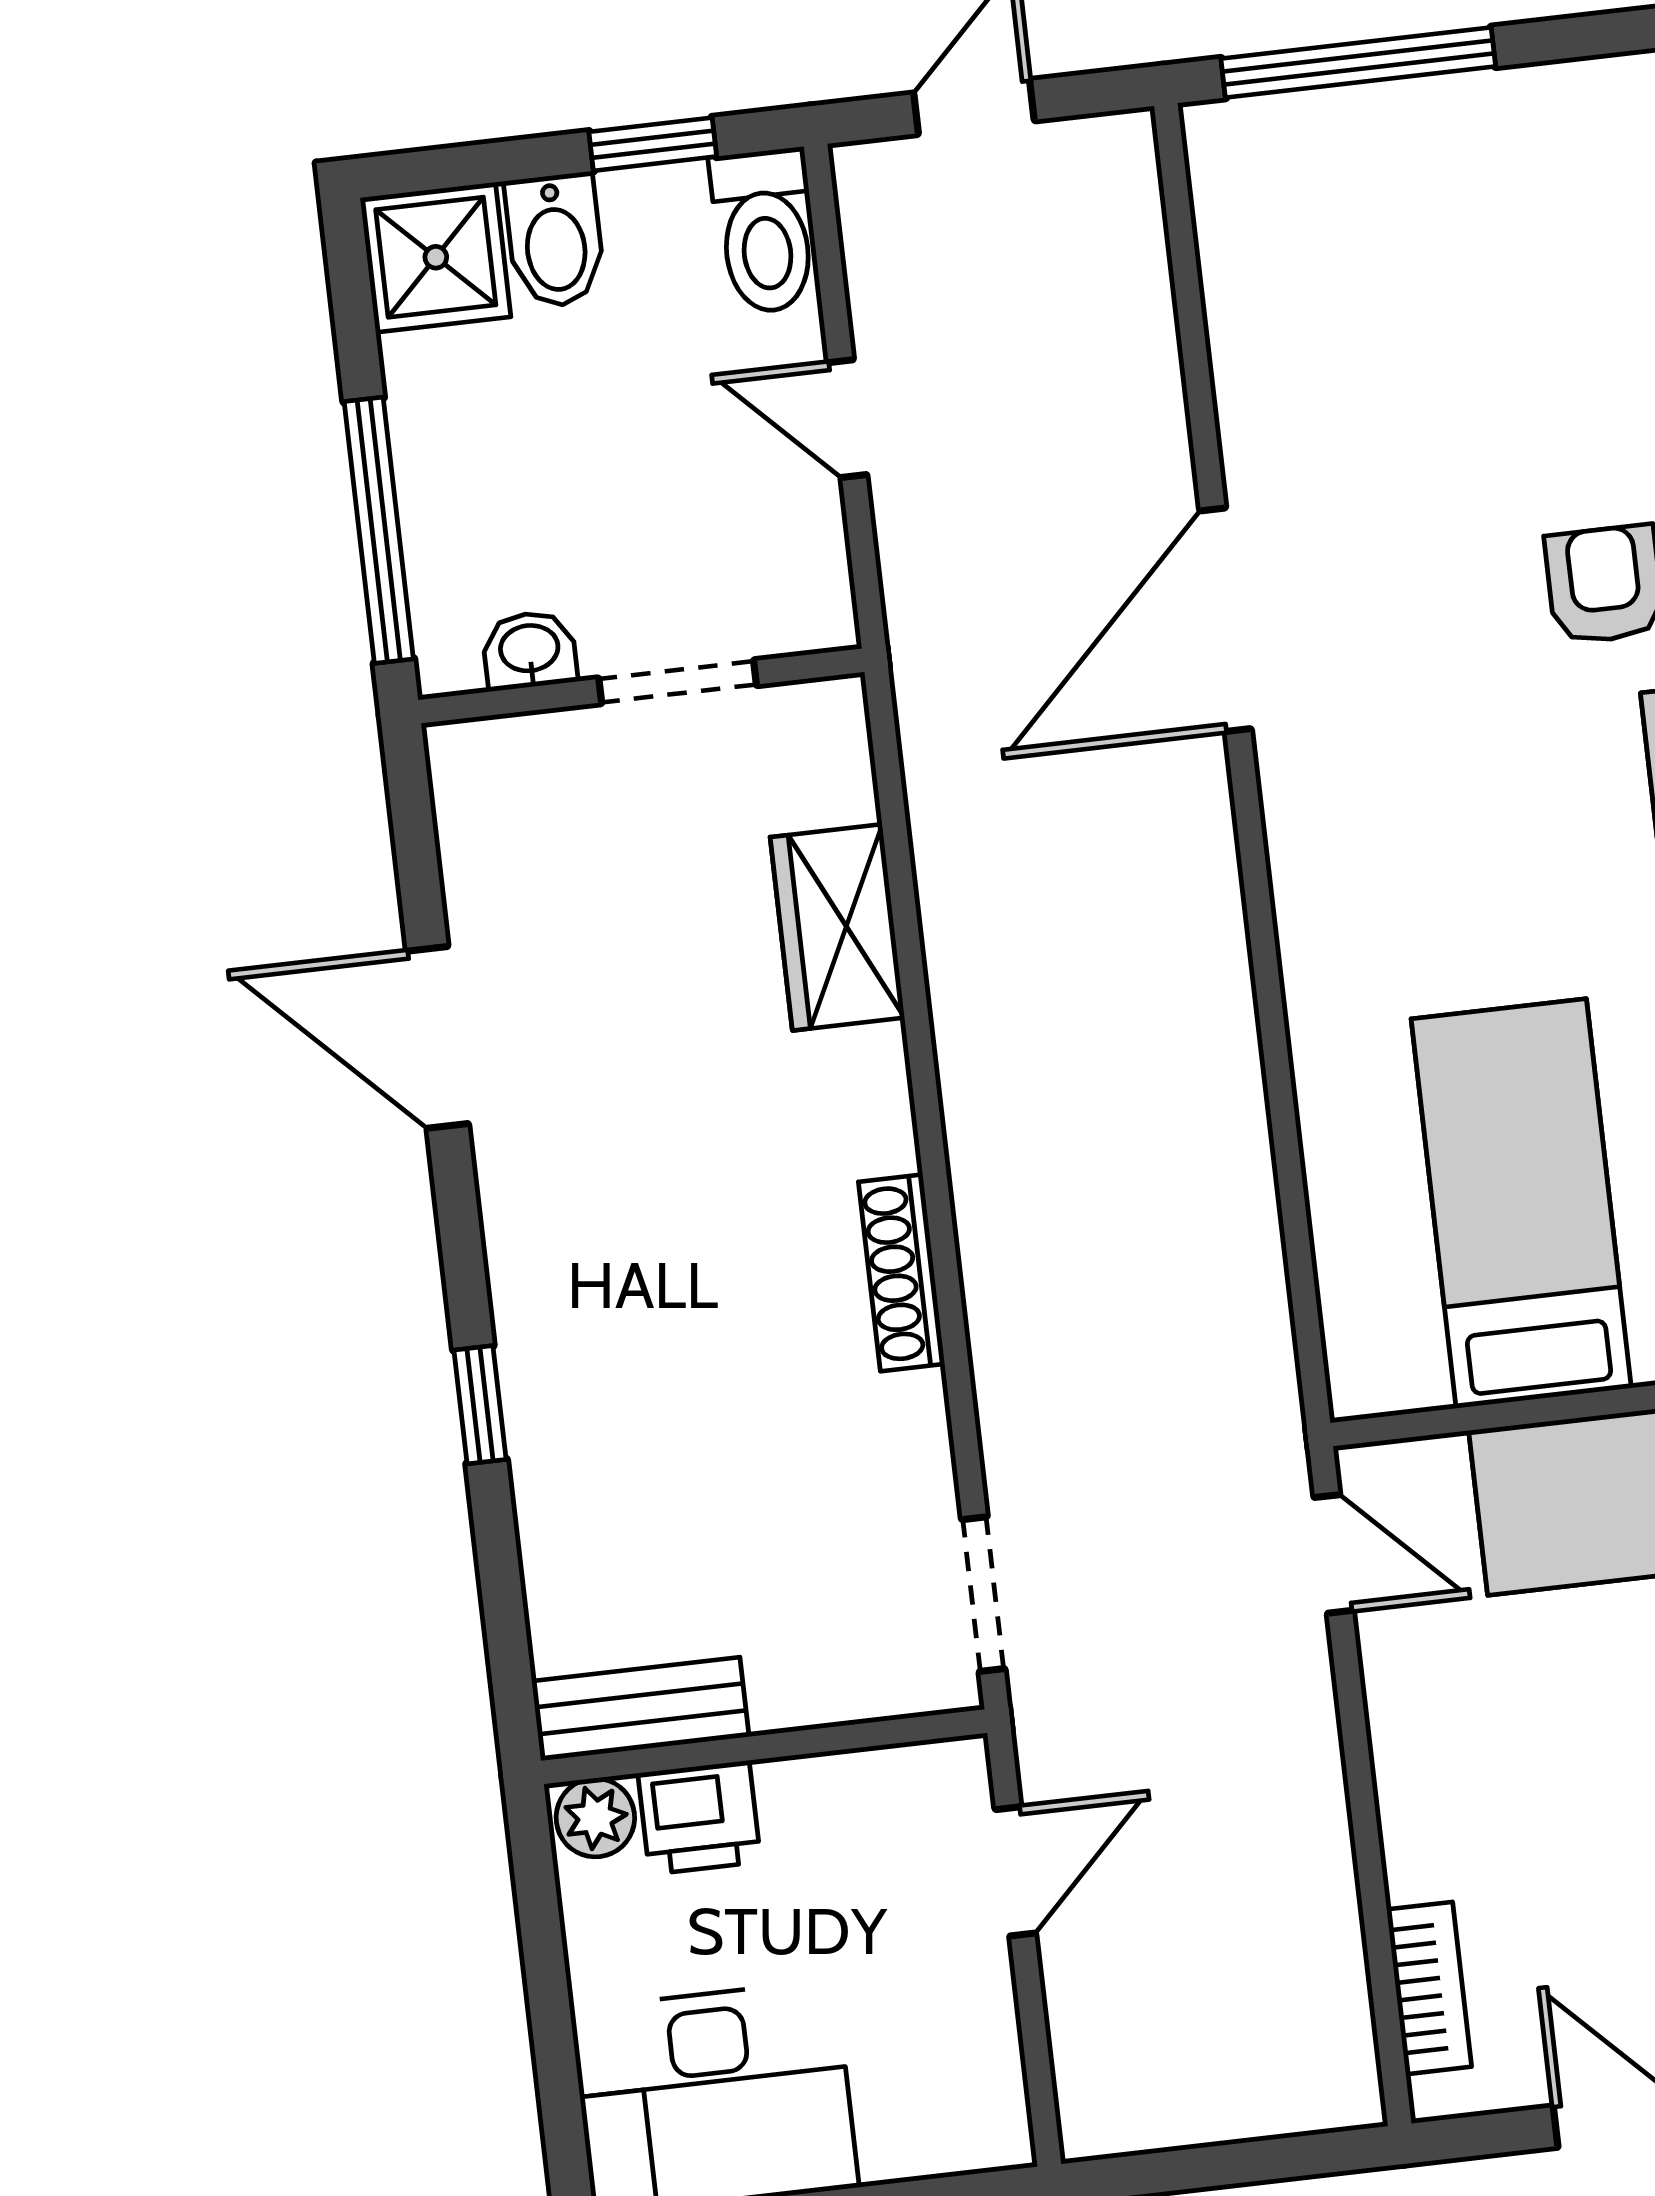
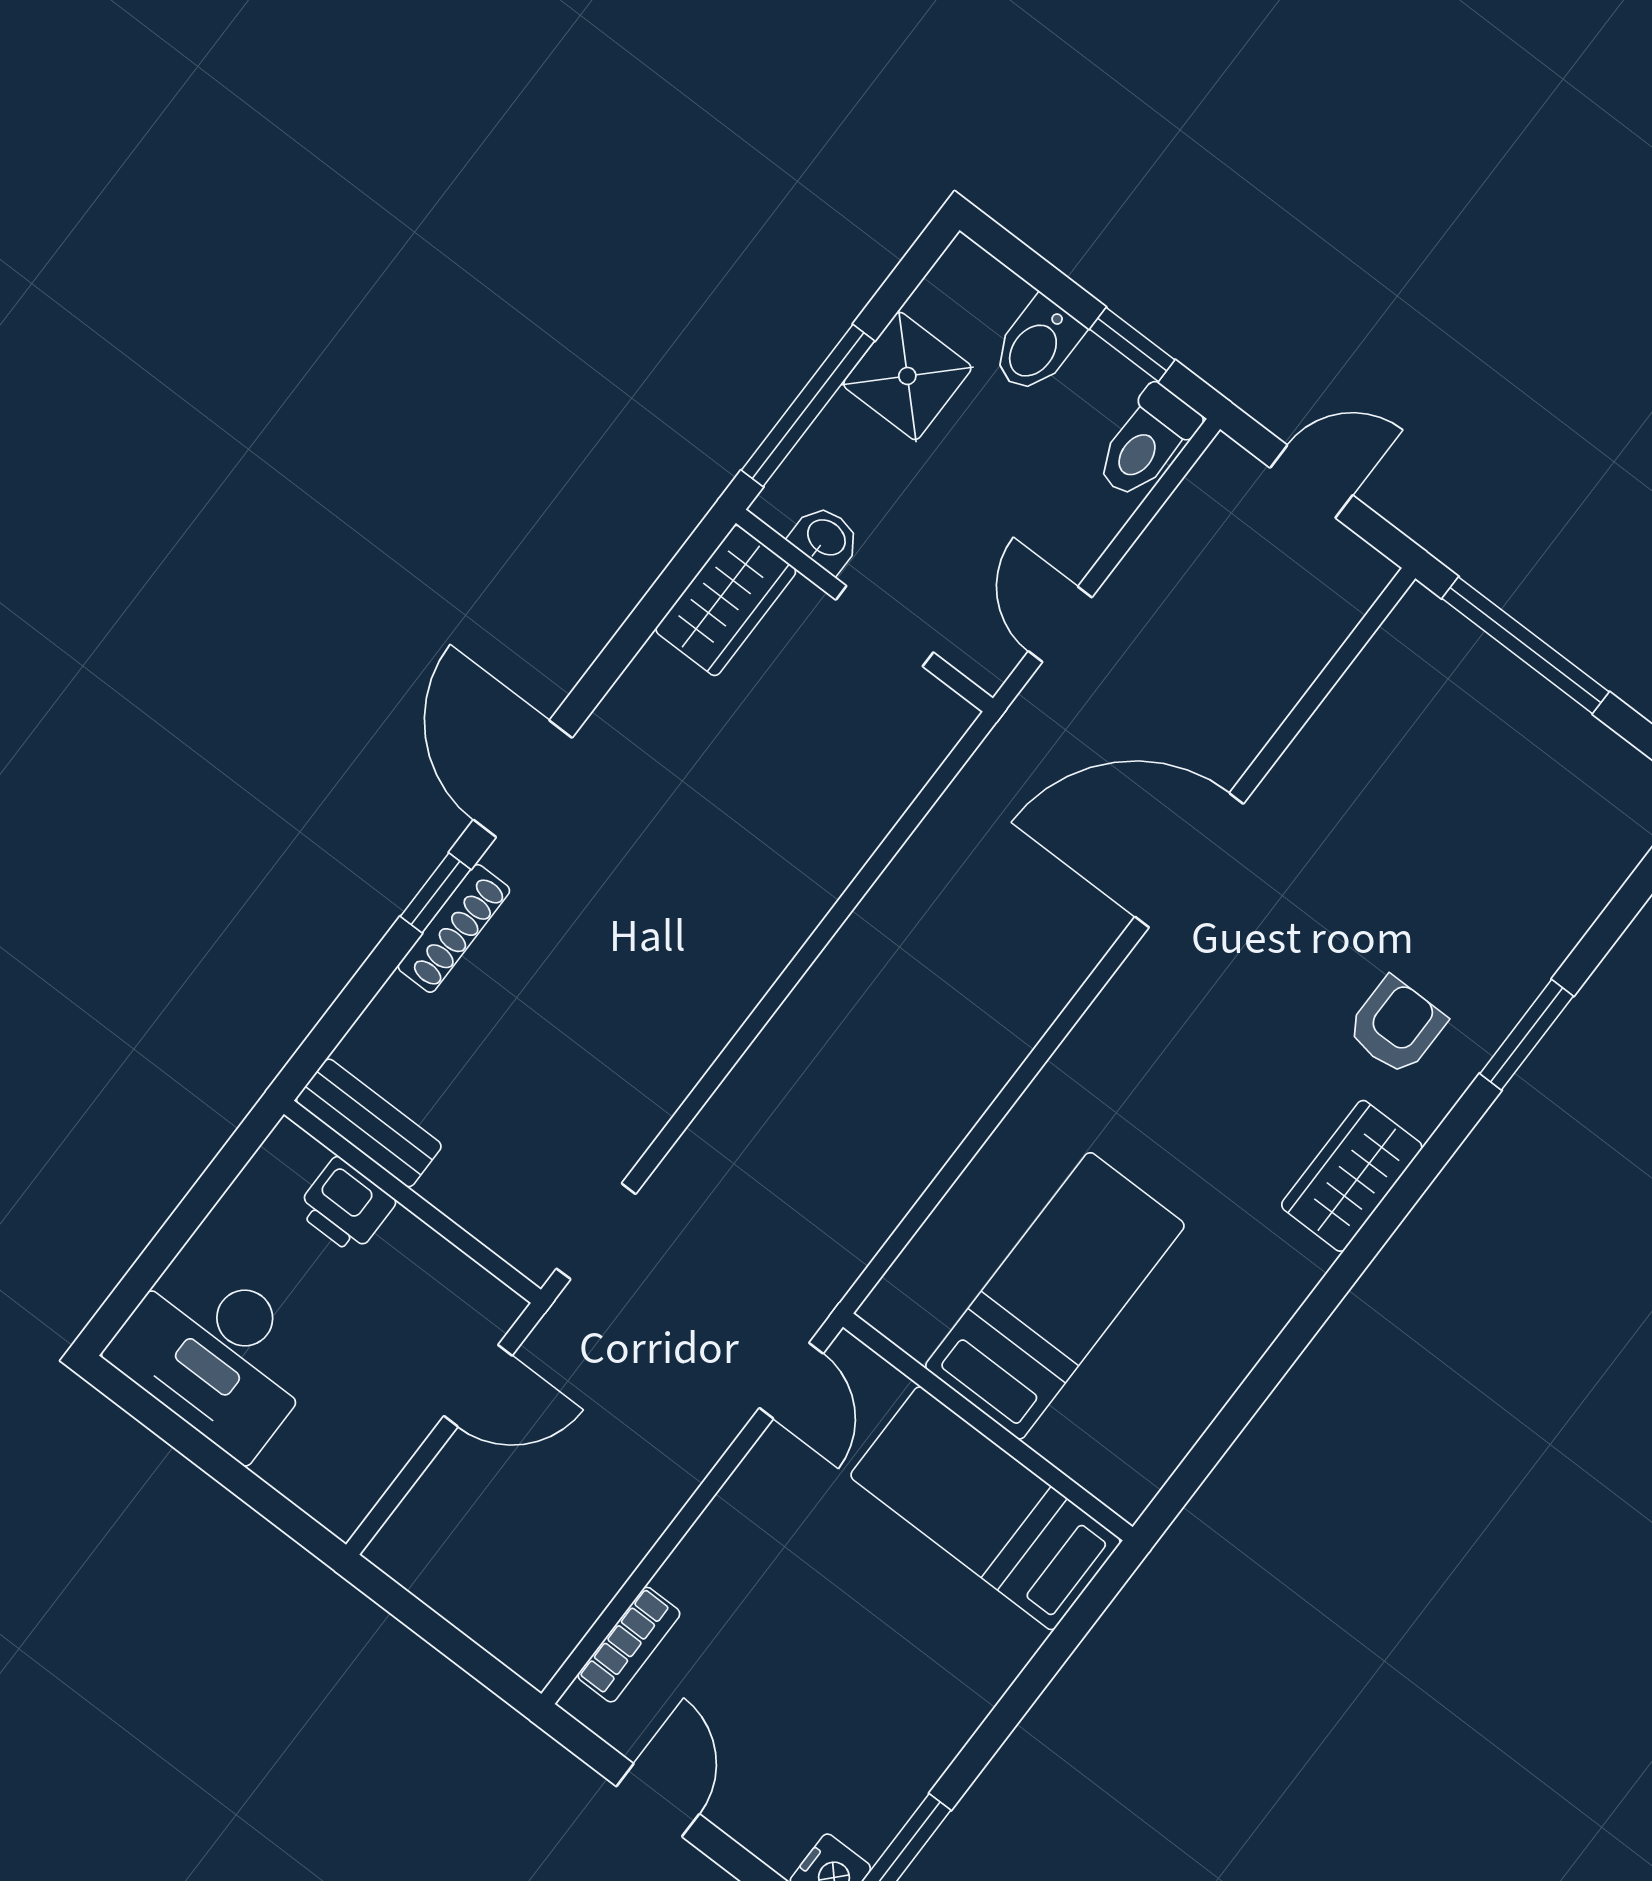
shower: (436, 257) -> (907, 376), moved
door: (847, 419) -> (1060, 624), moved
wardrobe: (837, 927) -> (726, 600), moved, turned 180
door: (437, 1037) -> (523, 779), moved
shoe rack: (902, 1273) -> (454, 928), moved, turned 180
plant: (595, 1818) -> (293, 1156), removed

